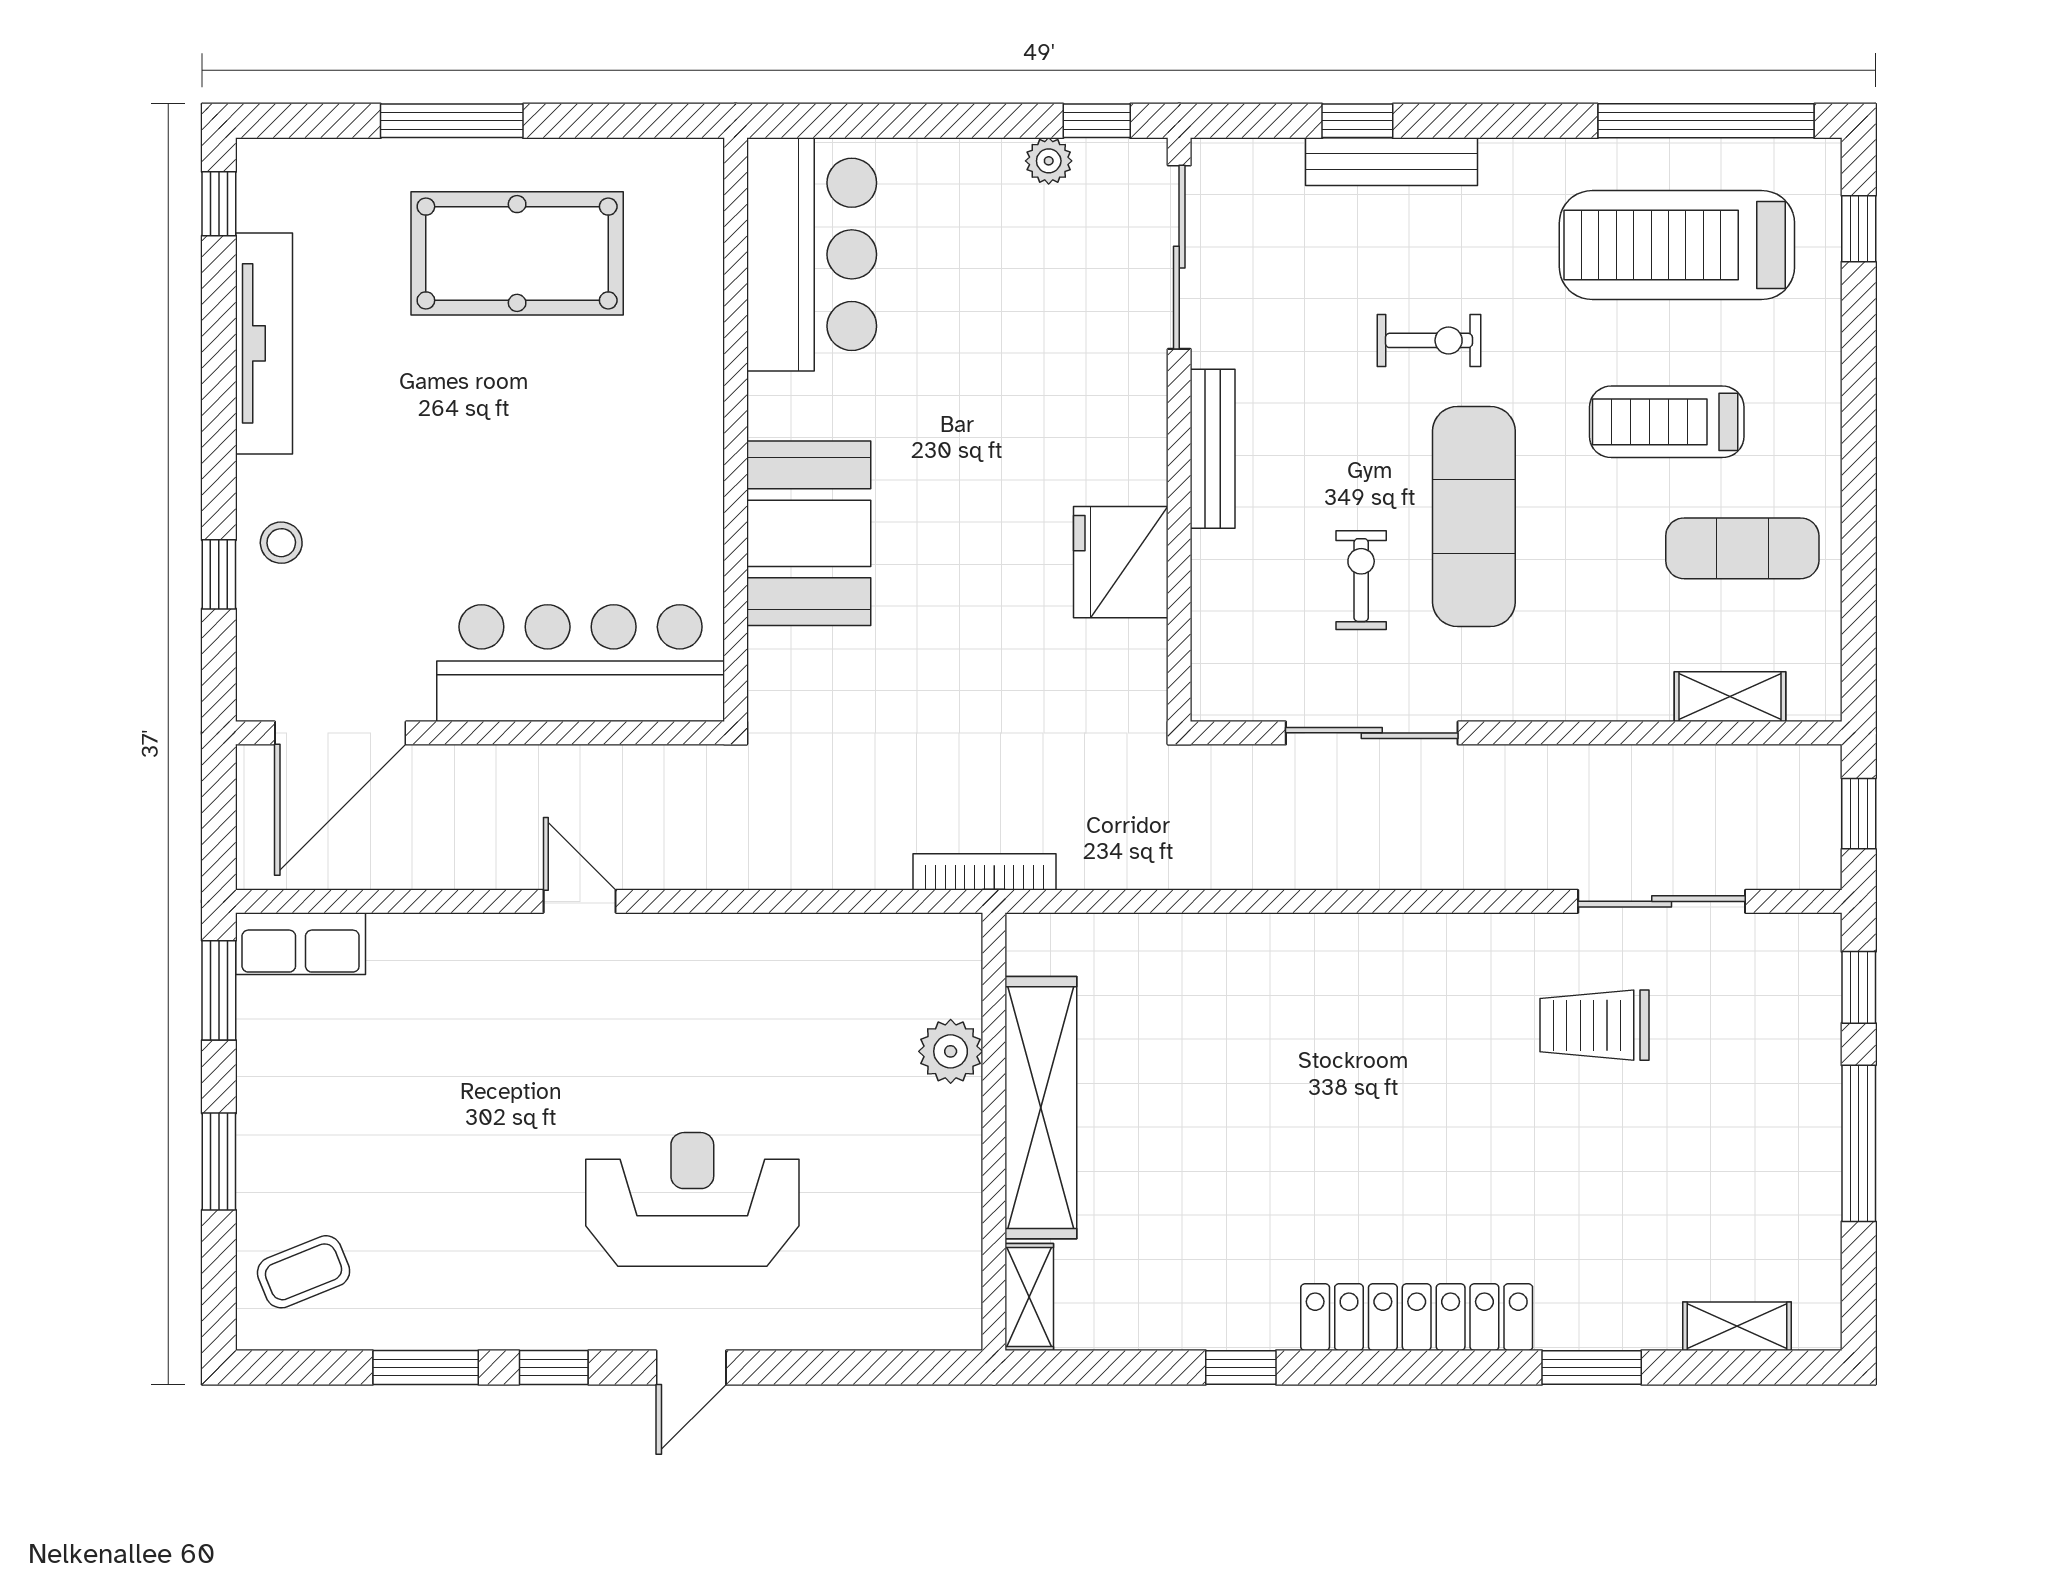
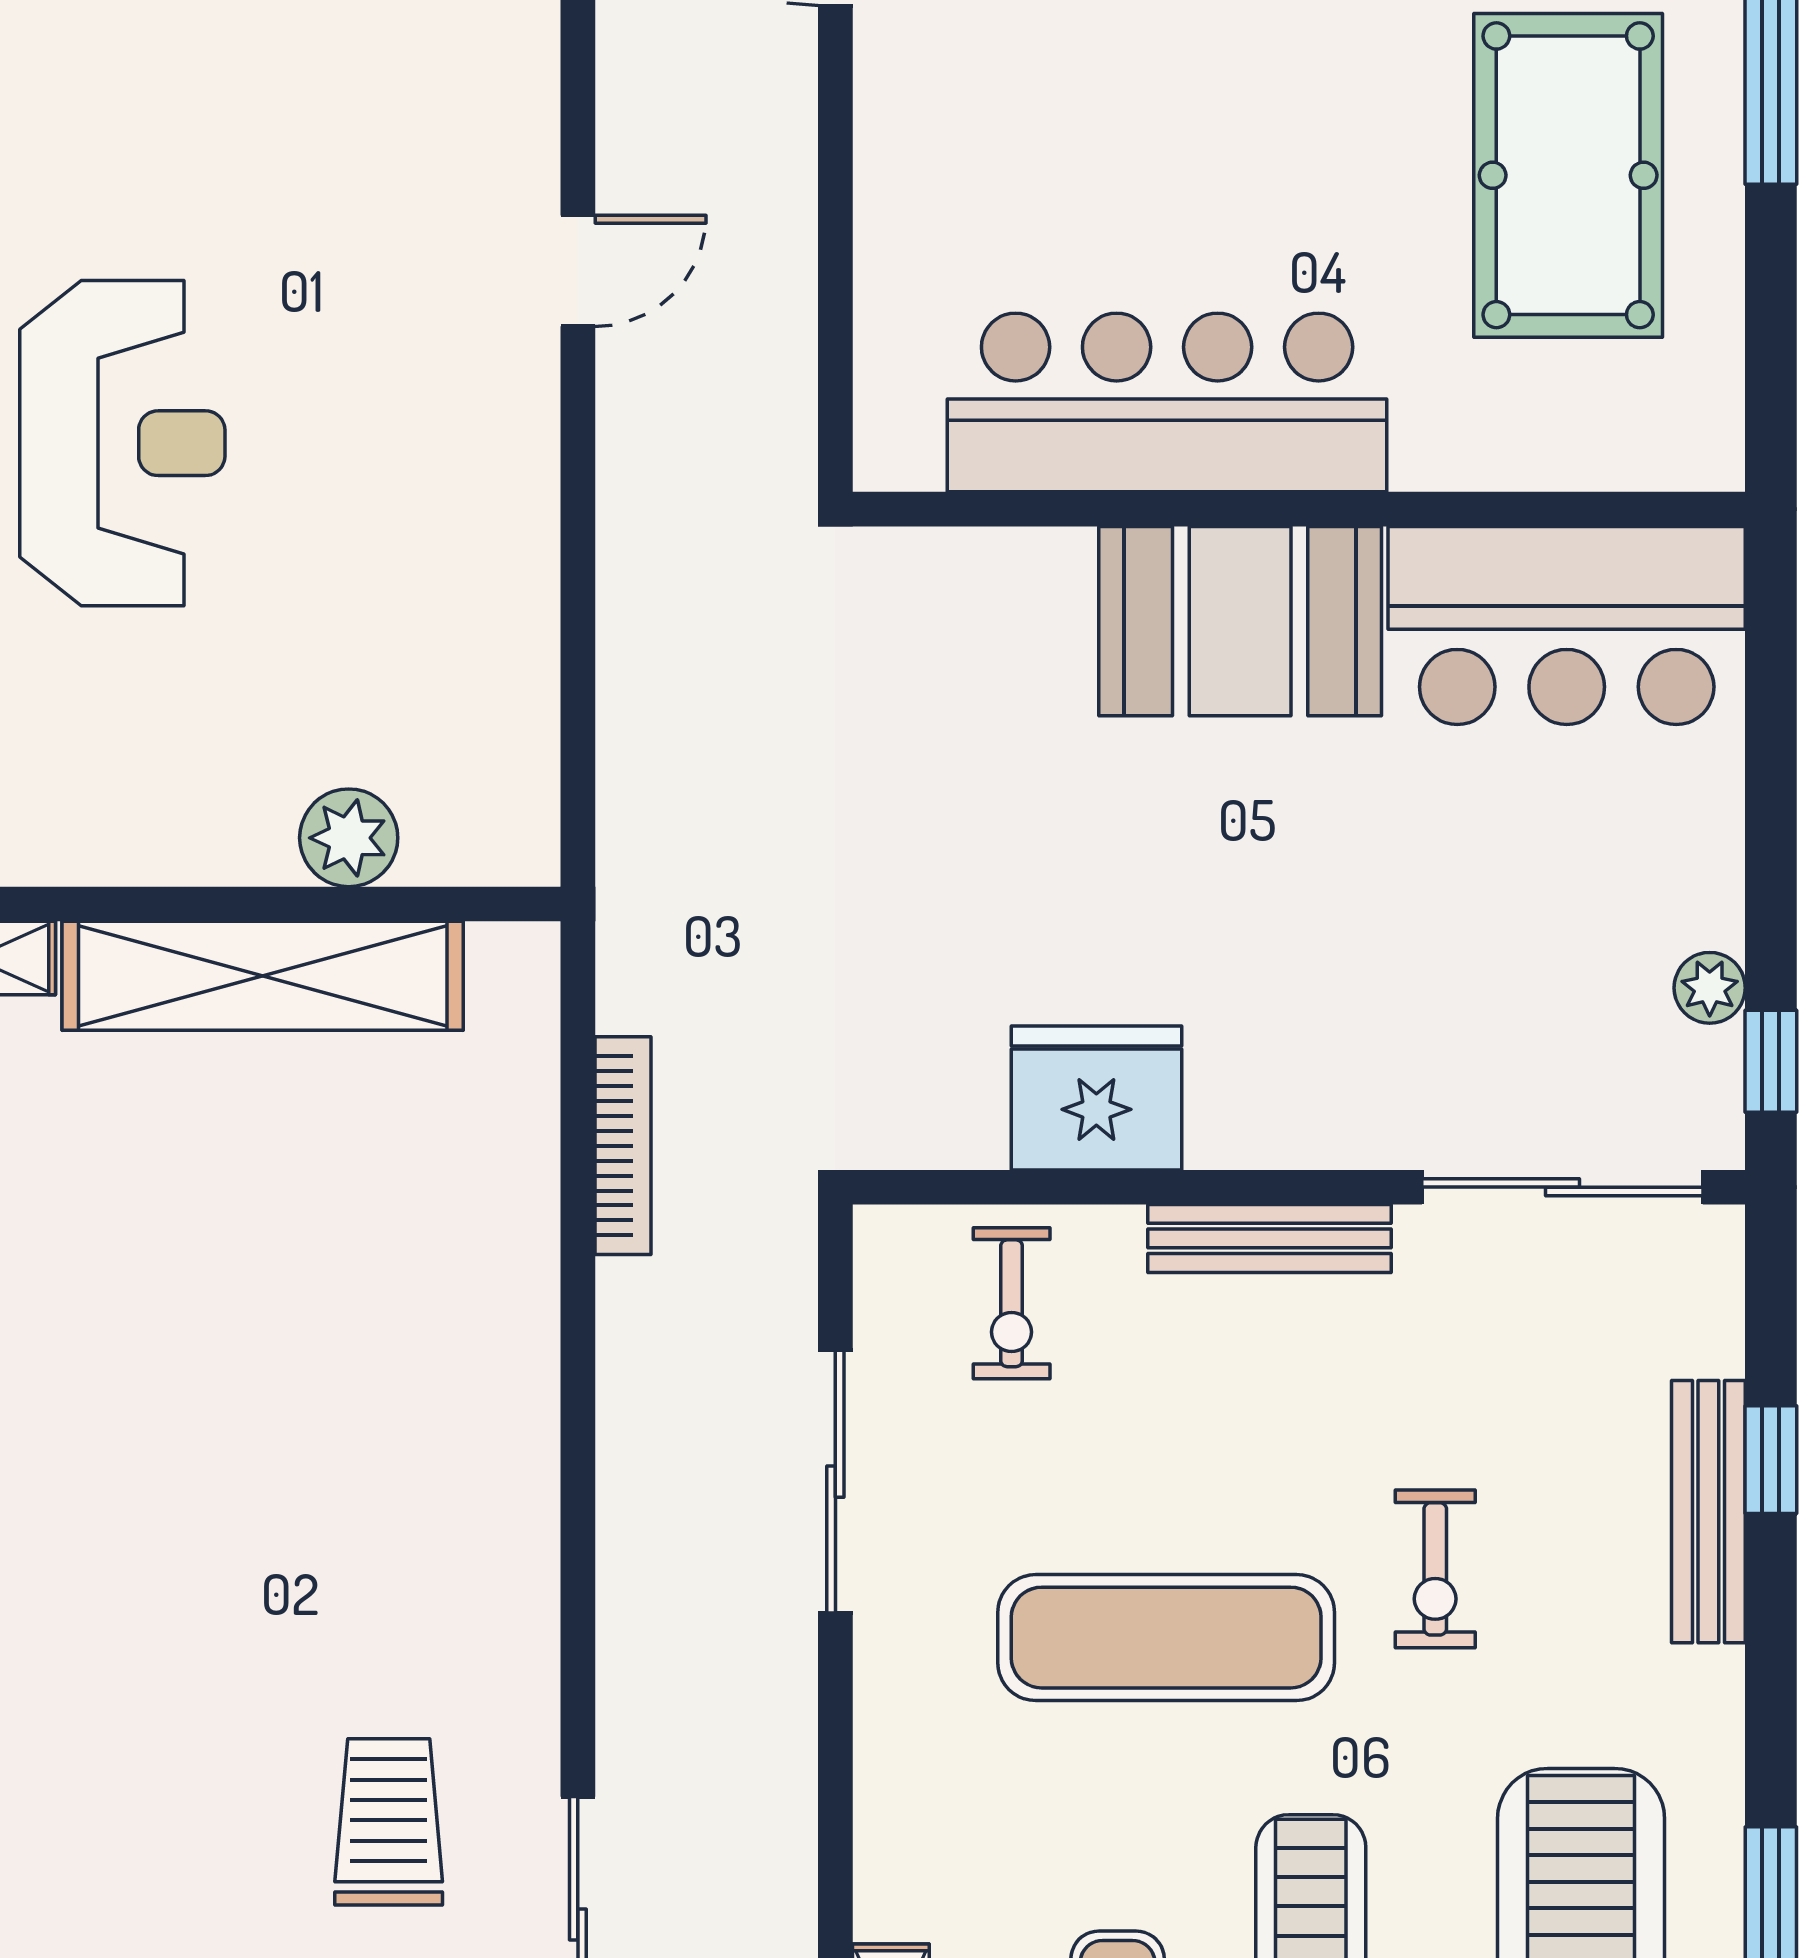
booth: (809, 533) -> (1240, 621), moved
exercise bike: (1361, 580) -> (1012, 1303), moved, turned 90
bar counter: (581, 663) -> (1167, 403), moved, turned -90
bookcase: (985, 872) -> (623, 1146), moved

